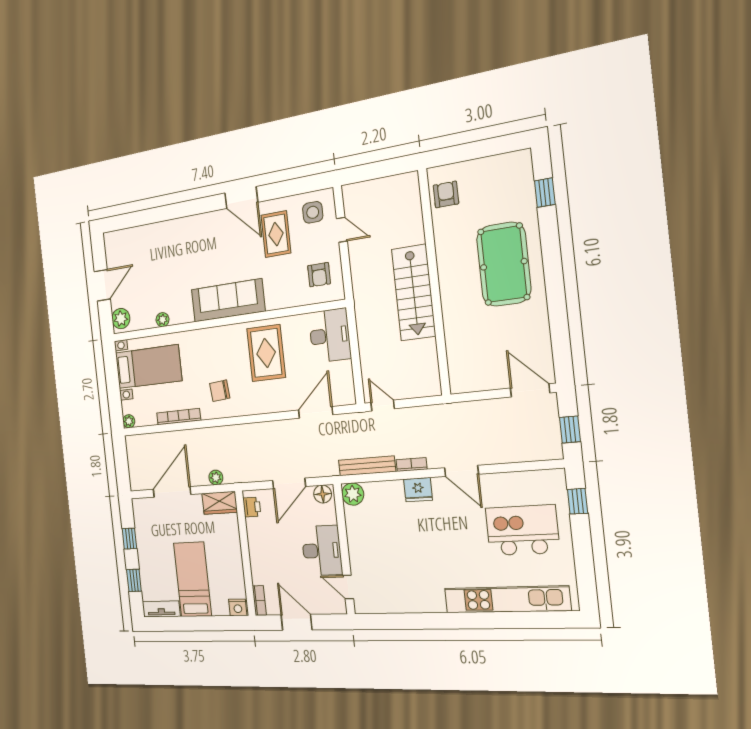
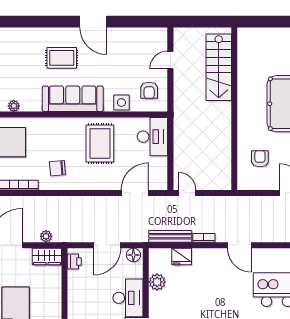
armchair: (446, 194) -> (260, 159), moved
side table: (313, 212) -> (121, 102), moved
door: (342, 230) -> (170, 60), swing flipped
rug: (276, 234) -> (62, 58), moved, turned 90
stairs: (414, 293) -> (219, 67), moved
fridge: (418, 490) -> (182, 256), moved
plant: (353, 494) -> (157, 282), moved

